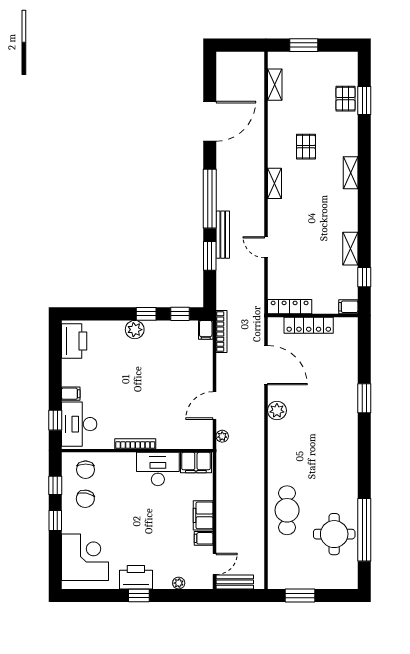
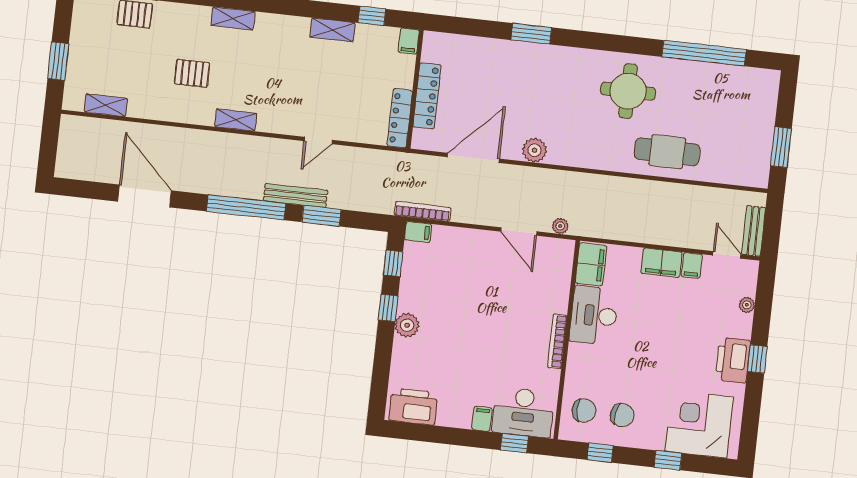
window: (55, 520) -> (668, 460), moved
round table: (334, 534) -> (628, 91), moved

